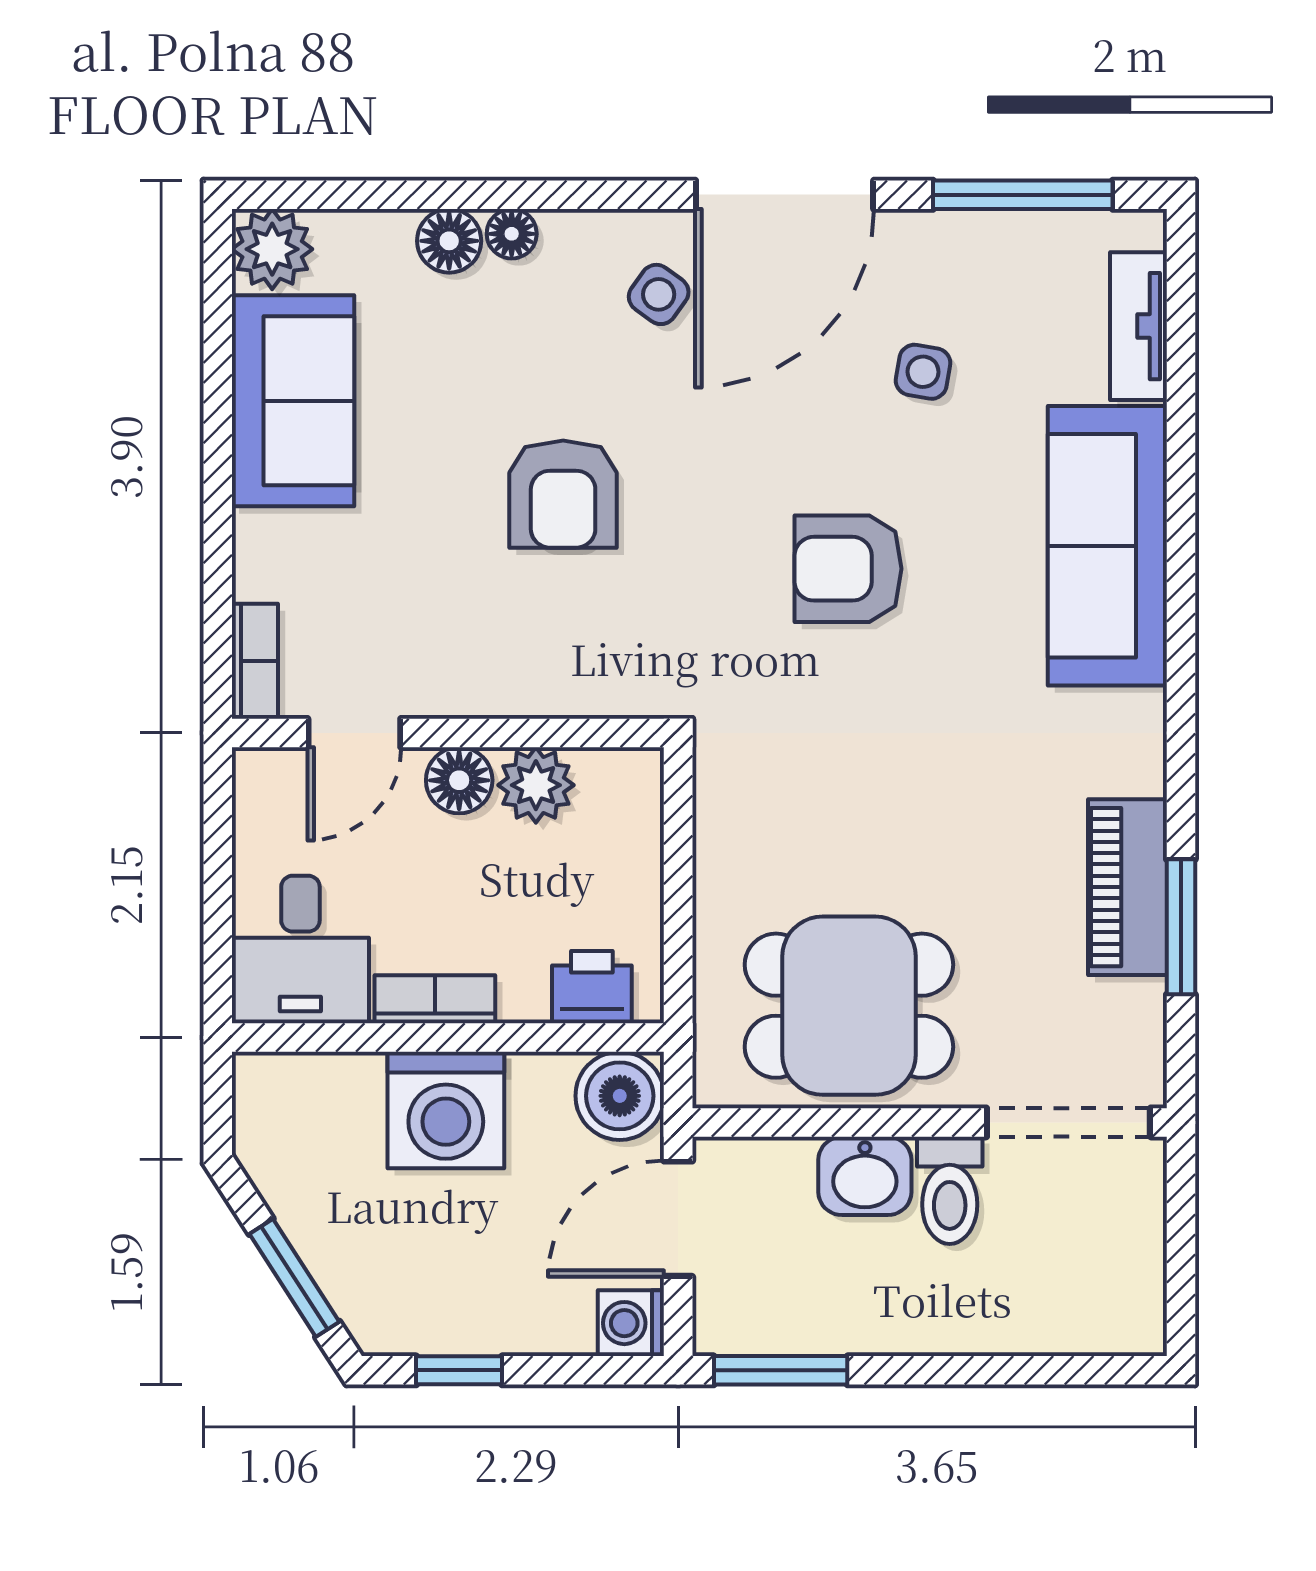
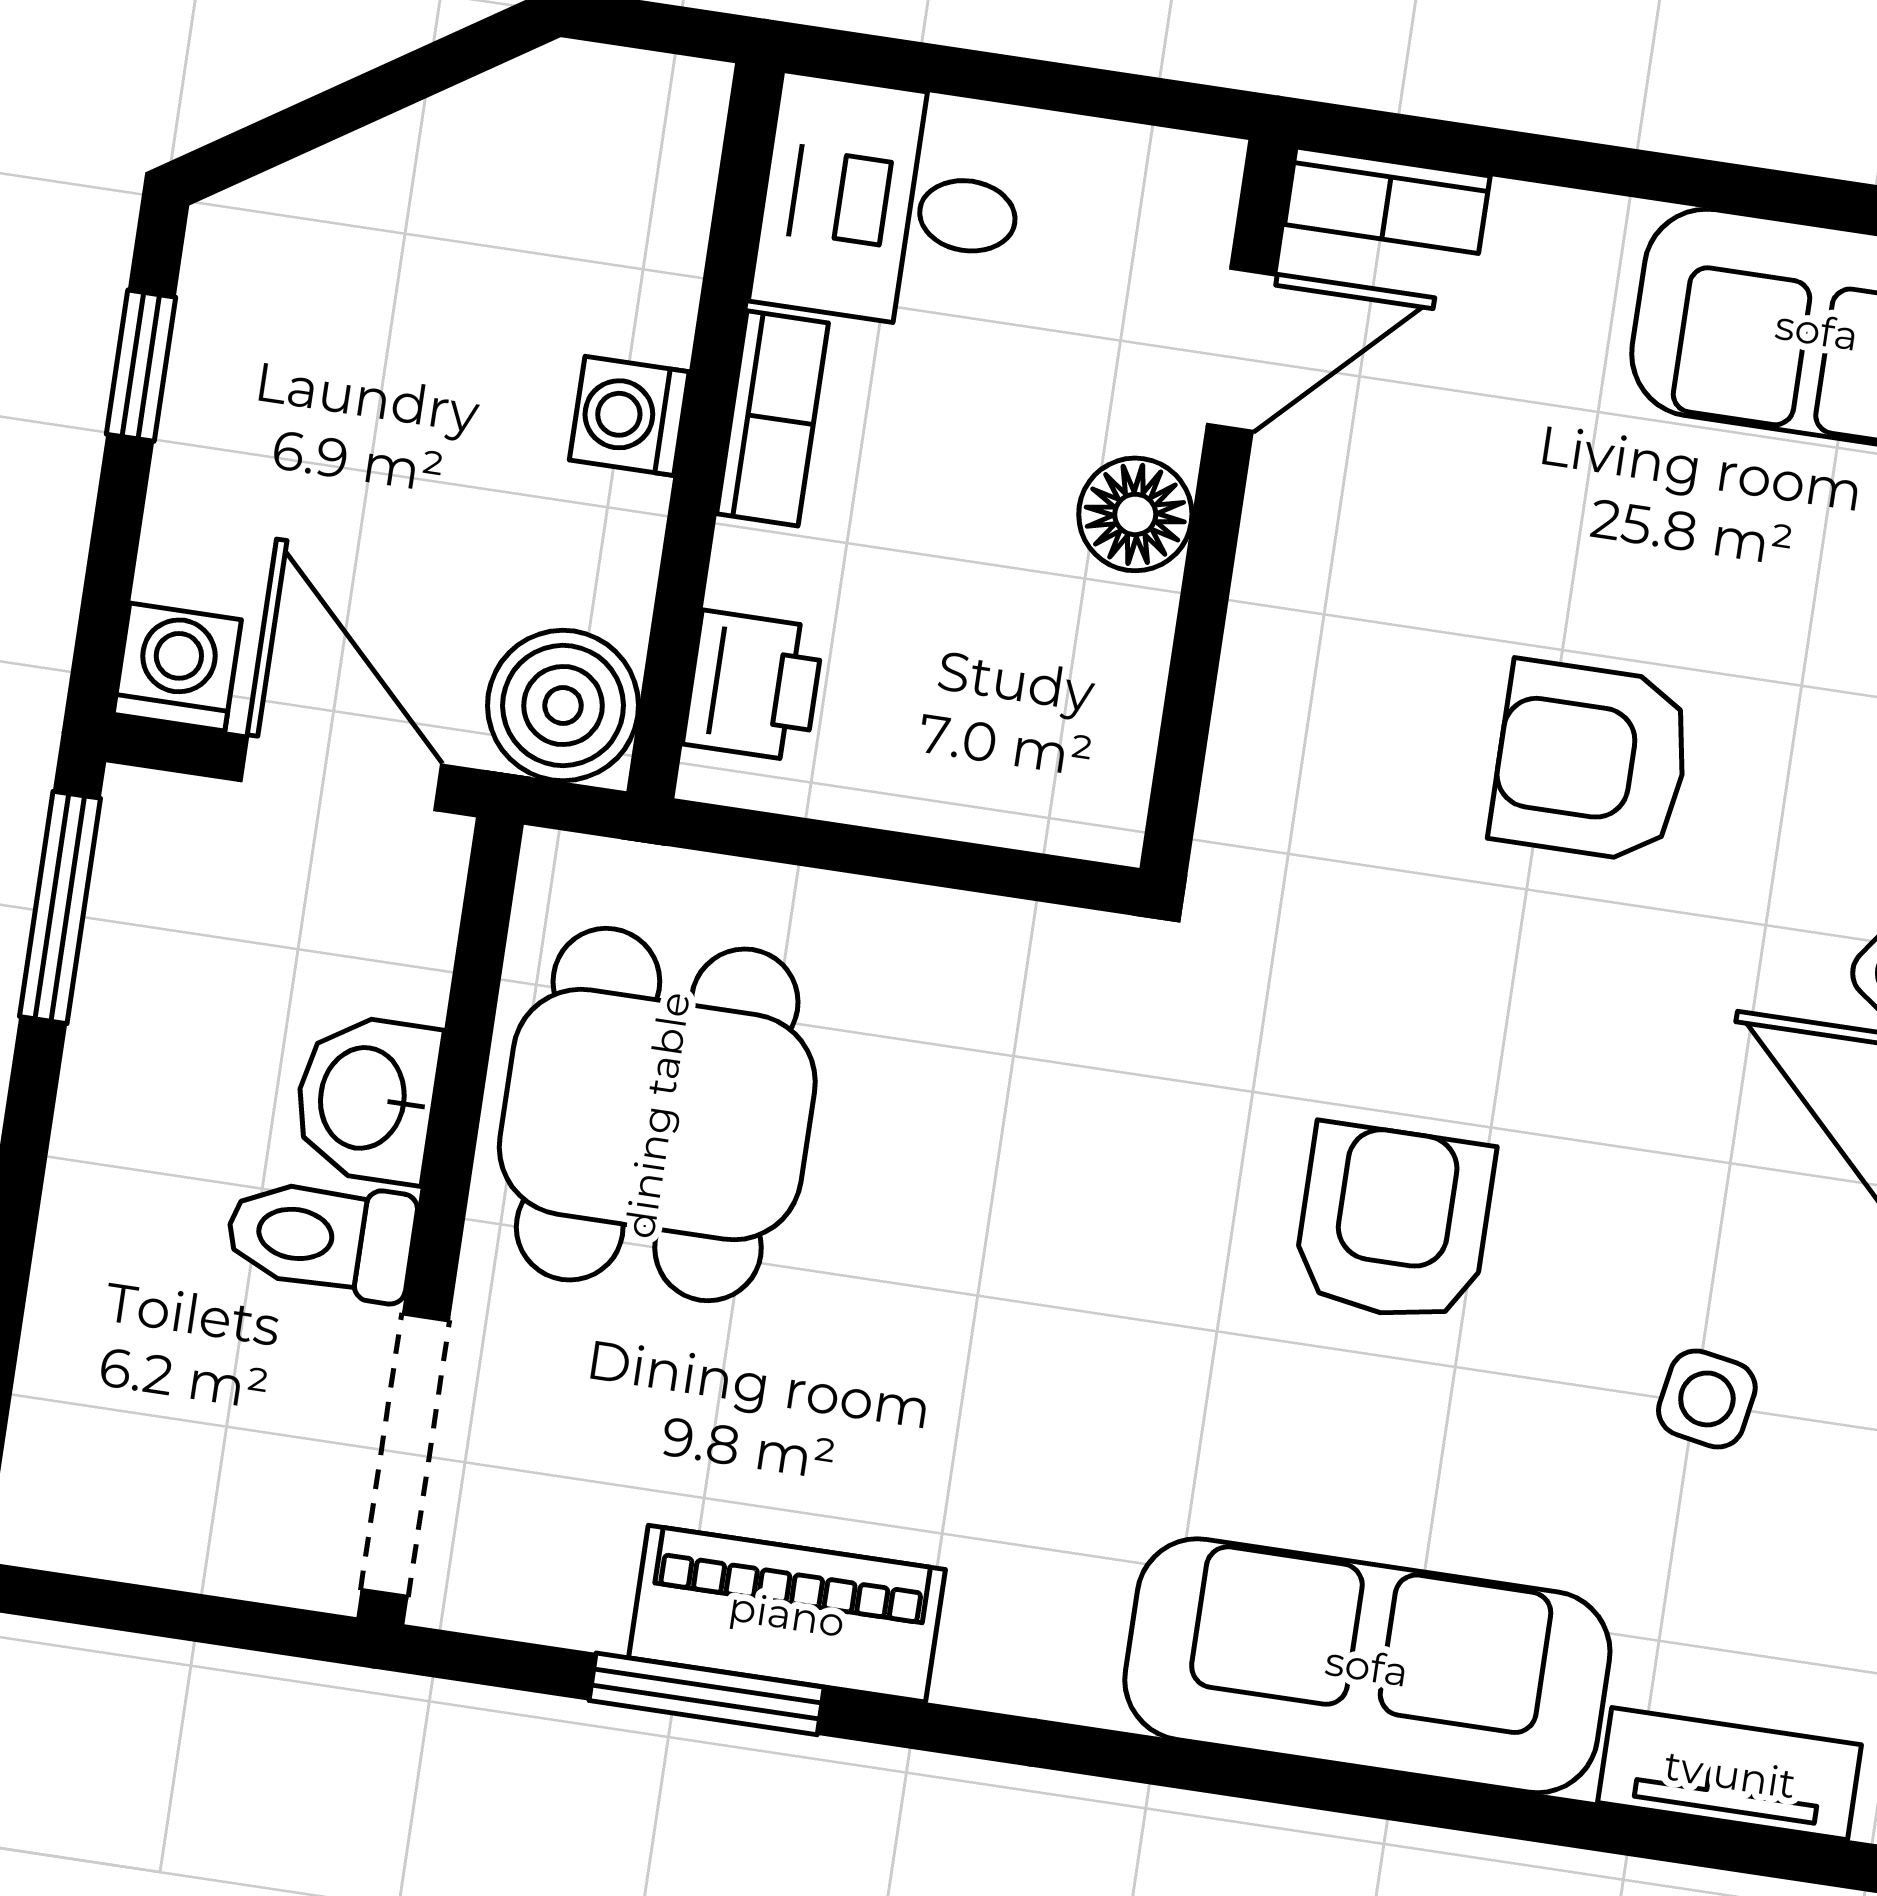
door: (354, 733) -> (1241, 350), swing flipped
plant: (536, 785) -> (1108, 643), removed
washing machine: (446, 1110) -> (629, 416), width x0.53, depth x0.53
window: (294, 1278) -> (338, 111), removed

